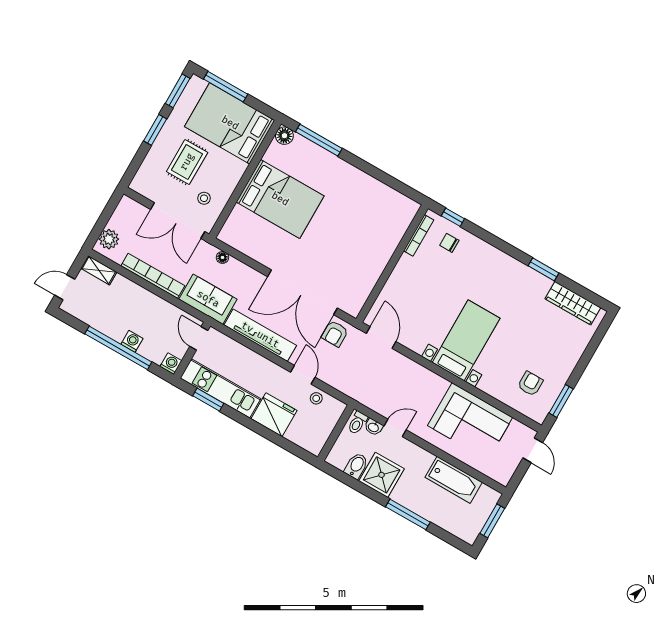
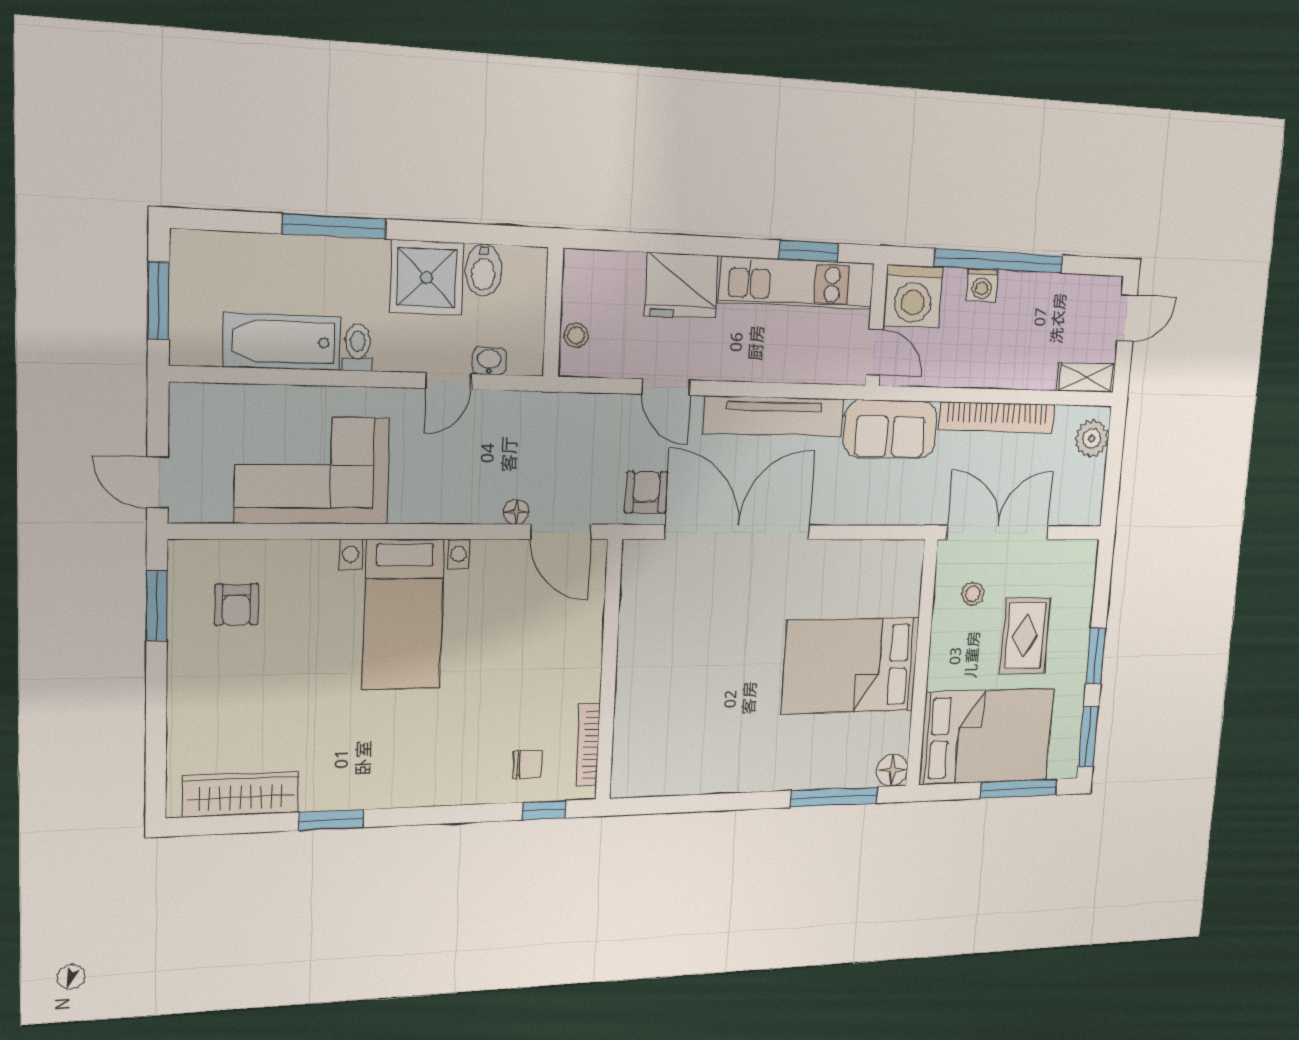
floor lamp: (222, 257) -> (516, 512), moved
washing machine: (171, 364) -> (913, 296), width x1.89, depth x1.89
stool: (316, 398) -> (576, 335), moved
toilet: (357, 423) -> (358, 348), moved

